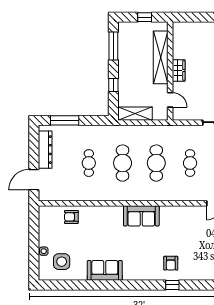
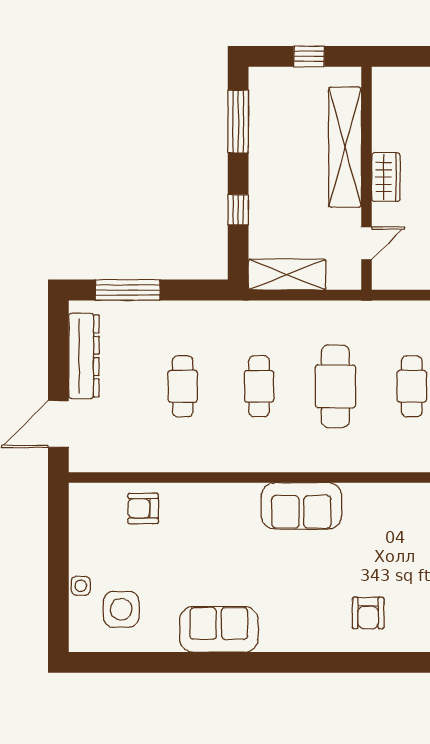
door: (170, 100) -> (367, 243), hinge flipped
cafe table: (123, 163) -> (259, 386), width x0.73, depth x0.74
window: (172, 285) -> (372, 662), removed

